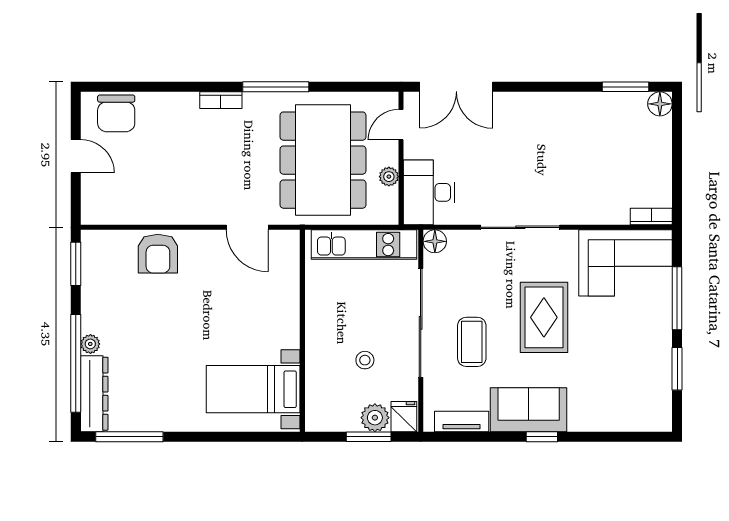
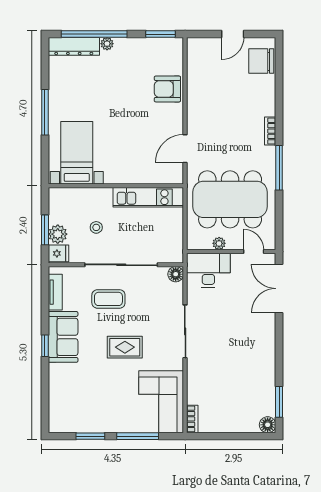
kitchen unit: (364, 245) -> (148, 197), moved, turned -90
rug: (544, 317) -> (125, 347), width x0.73, depth x0.70
window: (129, 437) -> (45, 112), moved

